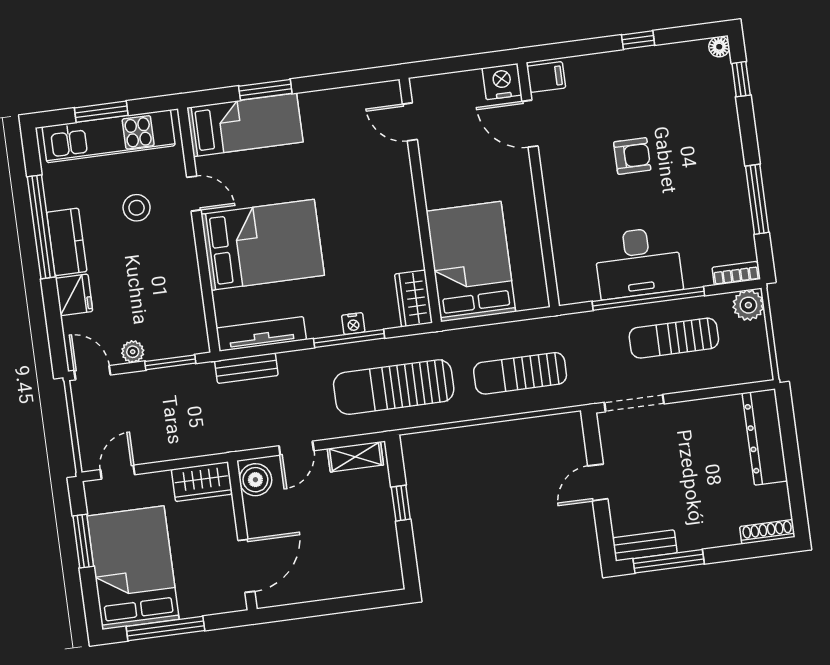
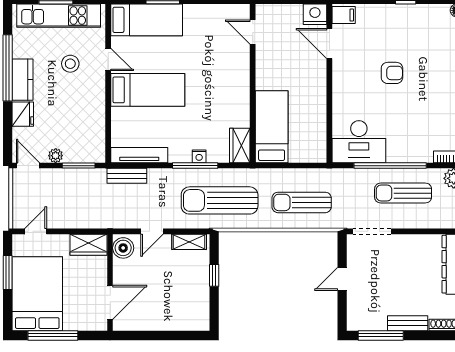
bed: (263, 245) -> (148, 90), width x0.67
bed: (471, 261) -> (272, 127), width x0.67
desk: (638, 263) -> (359, 142), moved
bench: (645, 545) -> (408, 323), moved

